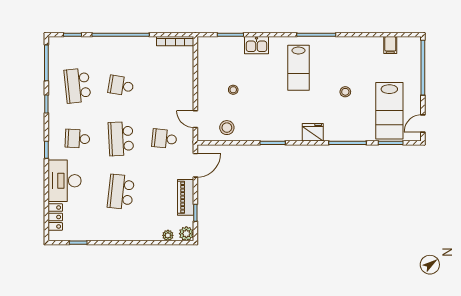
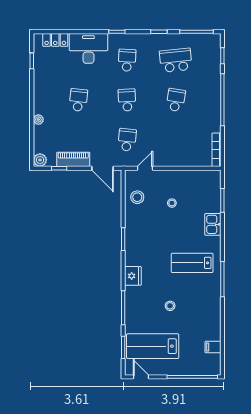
school desk: (121, 139) -> (127, 100), width x0.54
school desk: (121, 192) -> (78, 100), width x0.54
plant: (168, 235) -> (38, 120), moved

